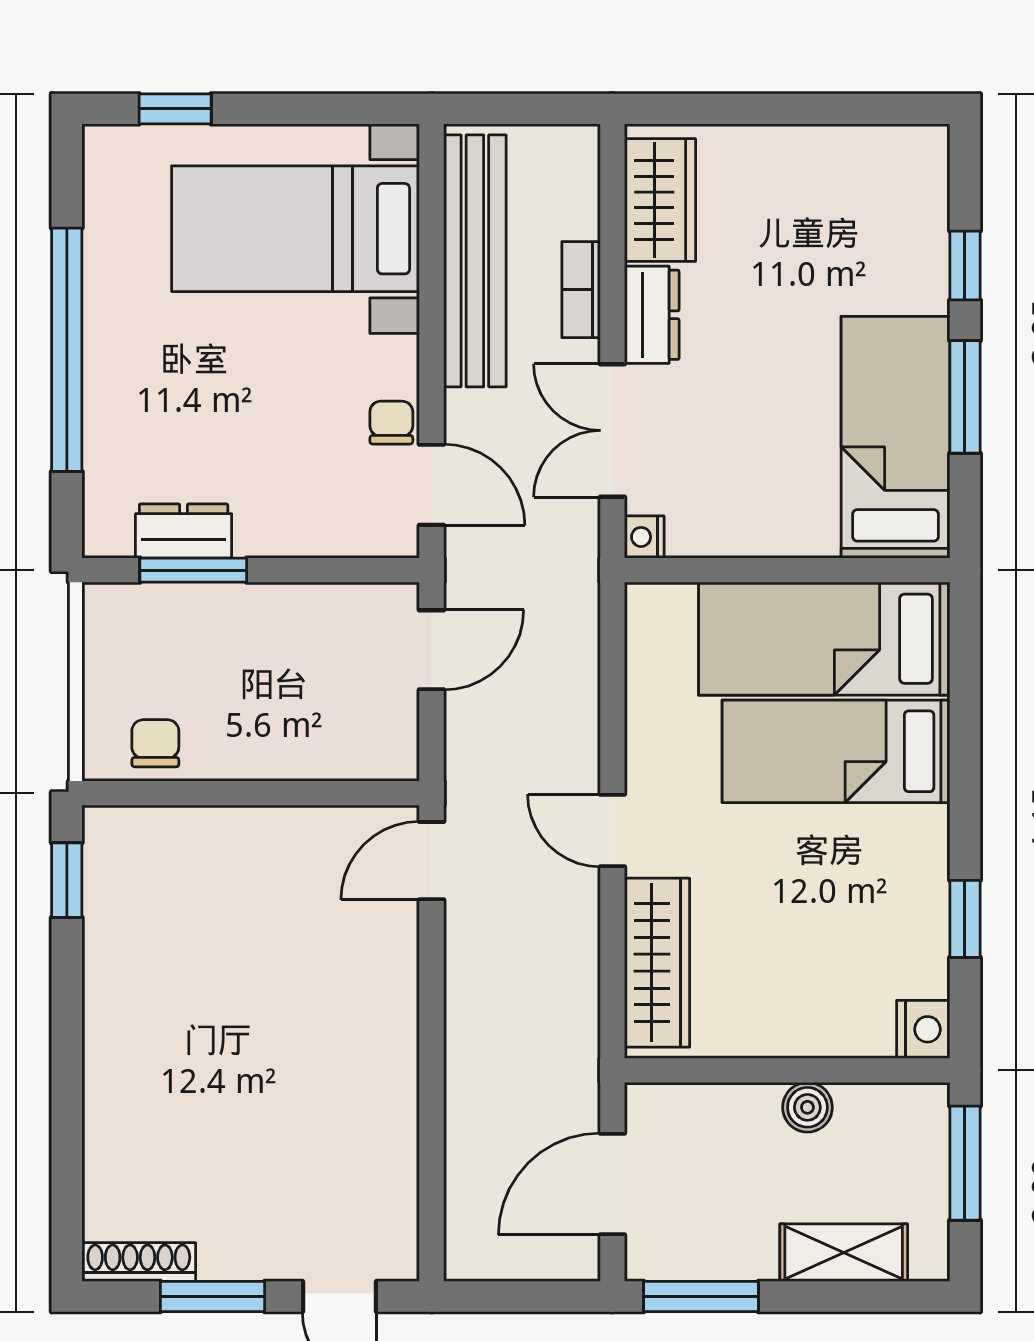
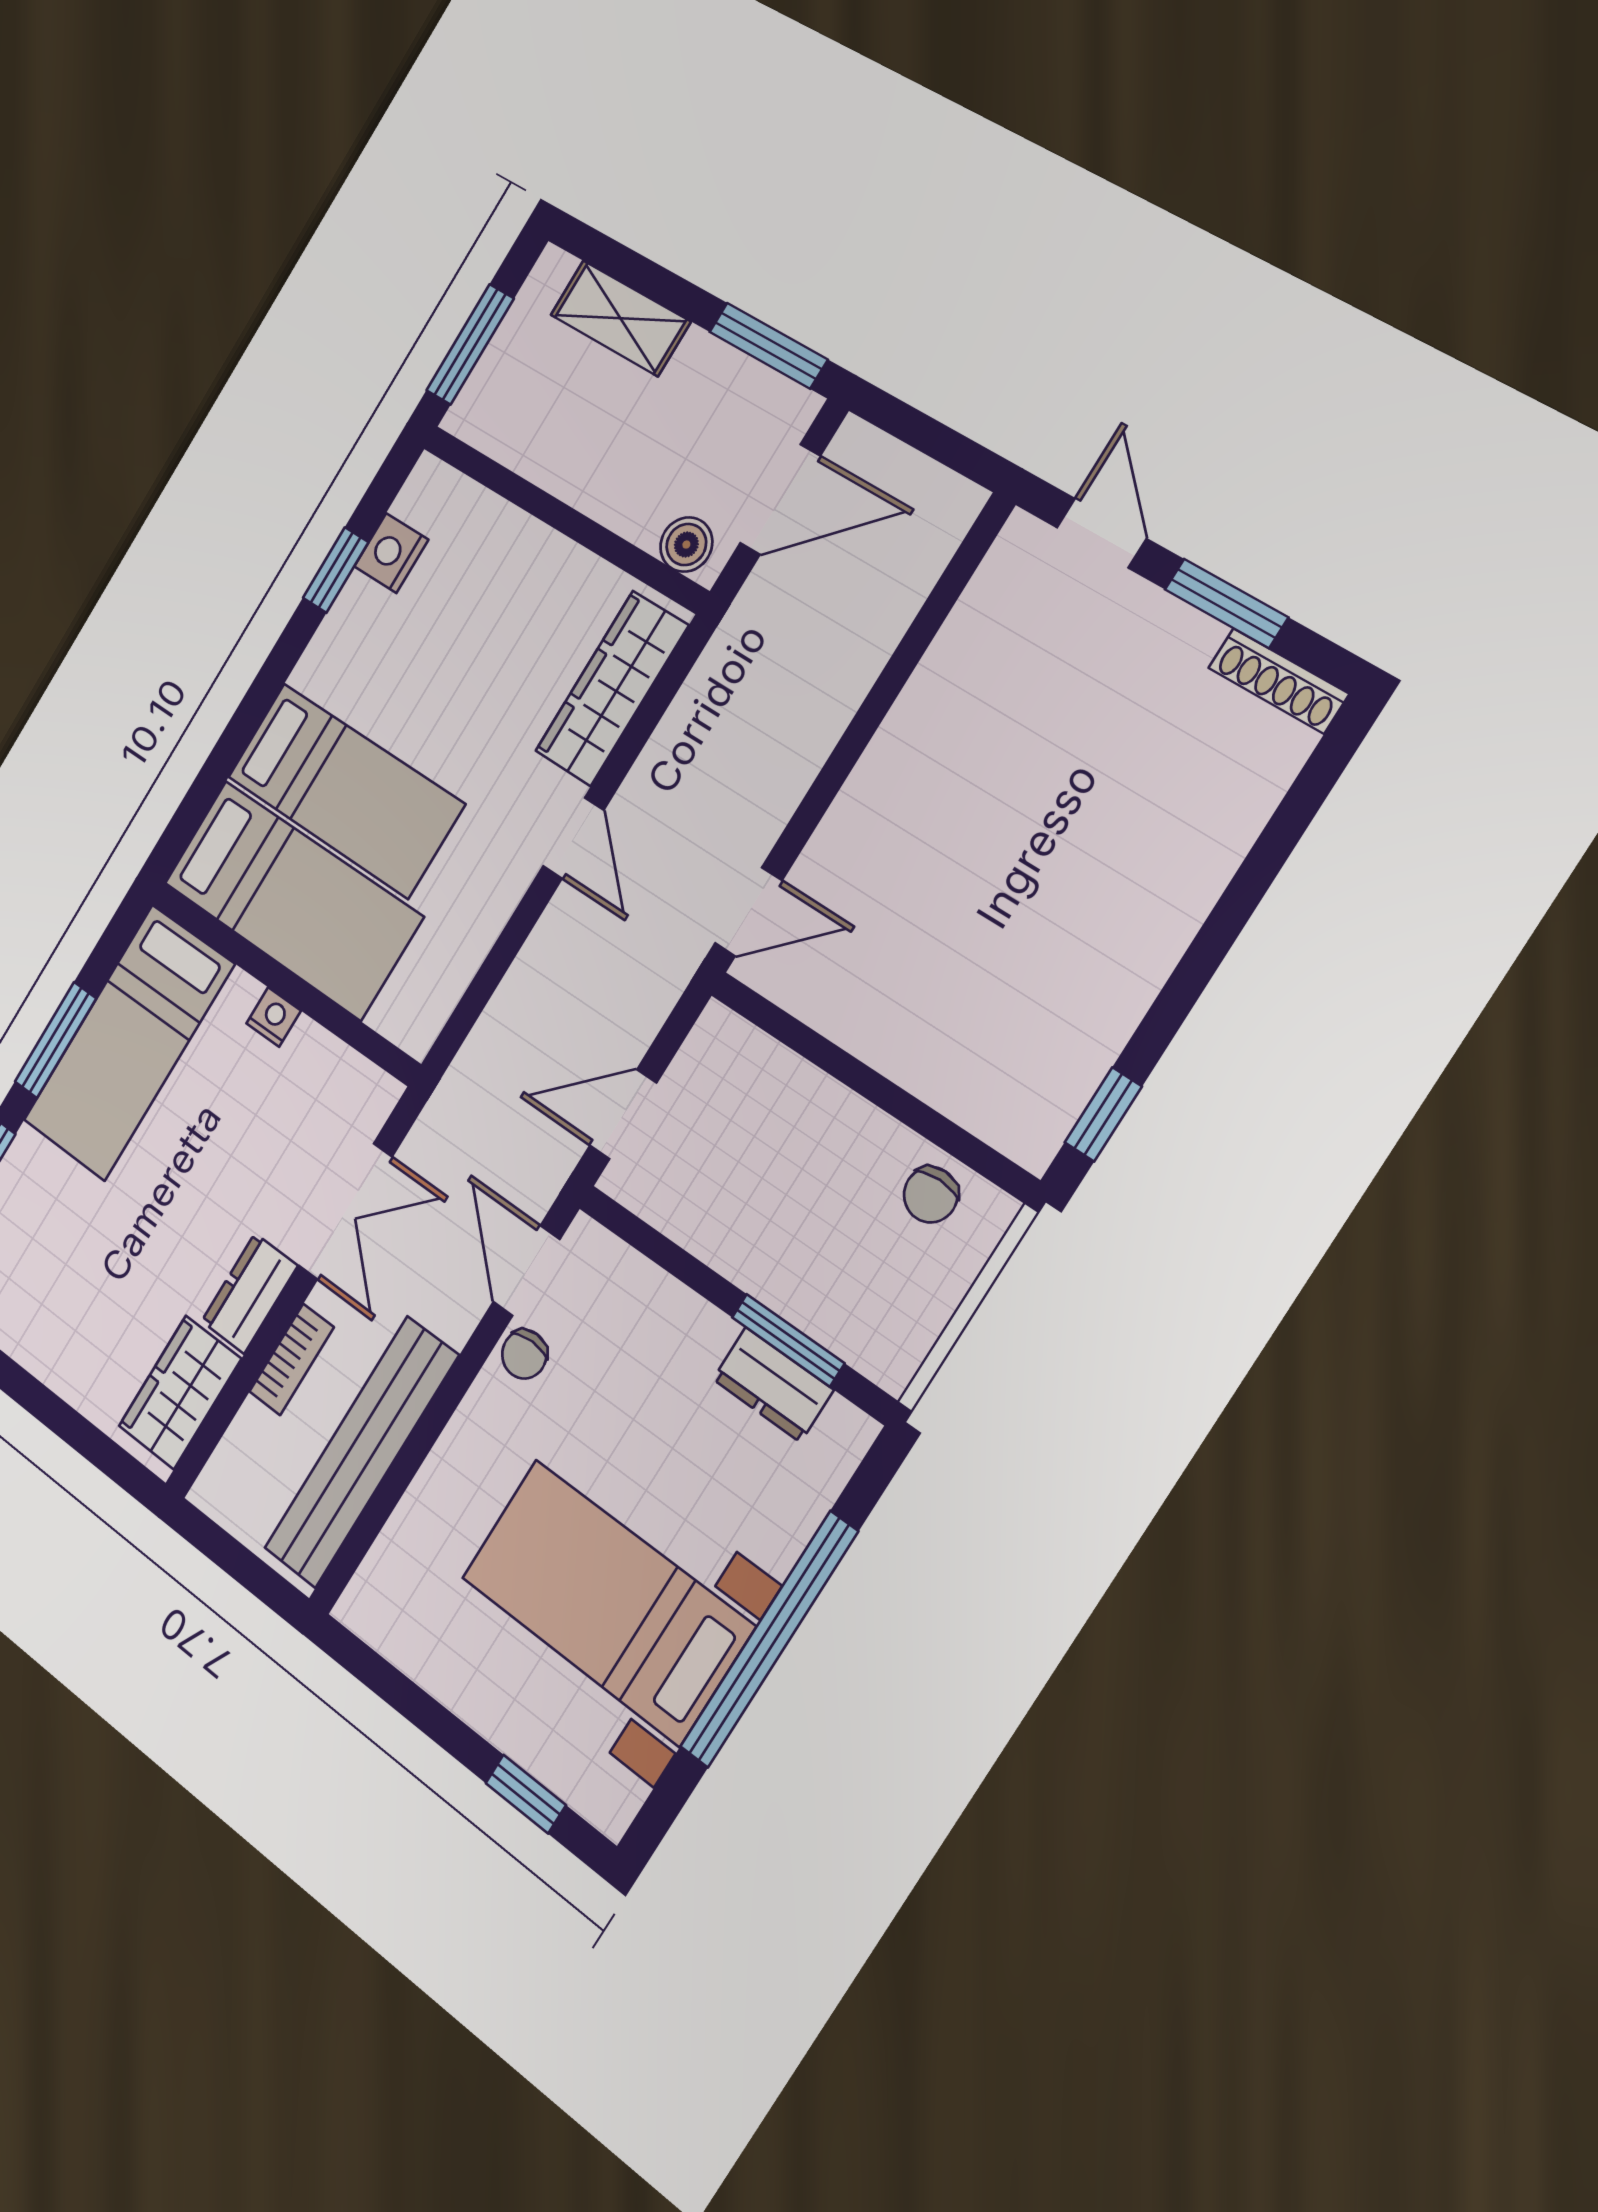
bed with nightstands: (296, 229) -> (607, 1602), moved, turned 180
nightstand: (644, 537) -> (274, 1017), moved, turned -90
nightstand: (923, 1029) -> (391, 553), moved
boiler: (807, 1107) -> (686, 545), moved

